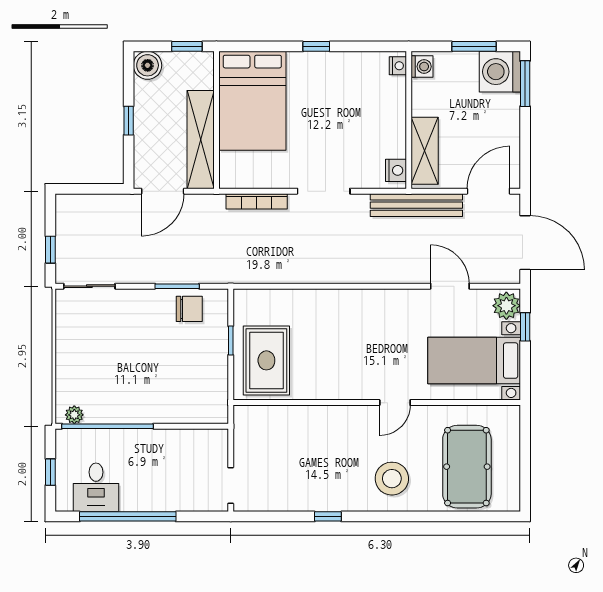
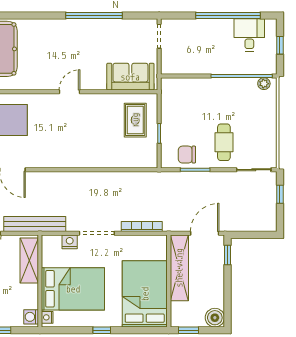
bed: (359, 108) -> (73, 289), added
window: (129, 121) -> (228, 255), moved
nightstand: (396, 170) -> (70, 242), moved, turned 90
cafe table: (134, 327) -> (224, 142), added
rug: (266, 360) -> (135, 120), width x0.73, depth x0.70
door: (395, 403) -> (69, 92), moved
sofa: (274, 425) -> (130, 77), added
stool: (392, 479) -> (51, 41), removed
window: (328, 516) -> (94, 16), width x3.17

